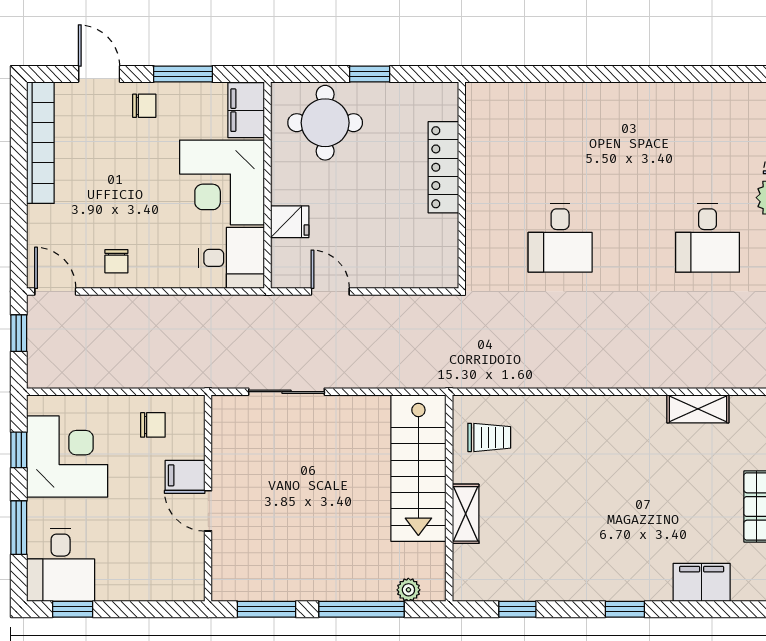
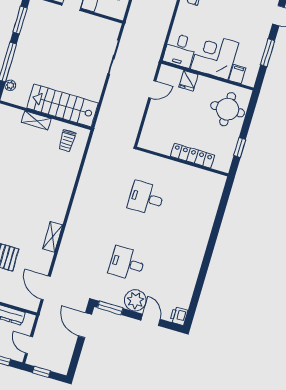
window: (370, 74) -> (240, 148), moved
chair: (144, 106) -> (259, 31), removed
filing cabinet: (246, 110) -> (237, 74), width x0.50

